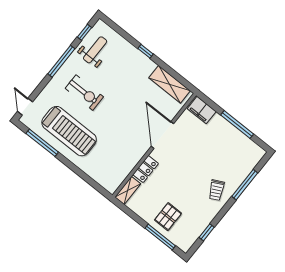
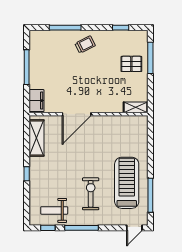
locker: (146, 169) -> (110, 107), removed

